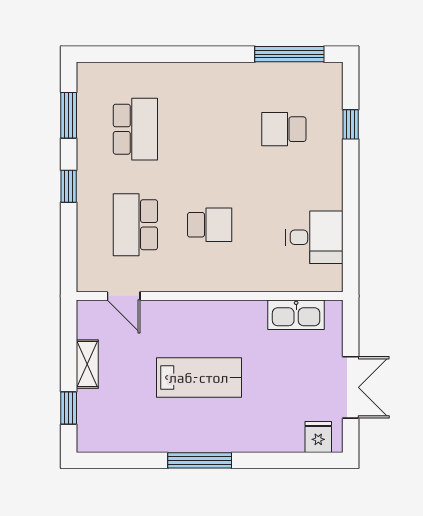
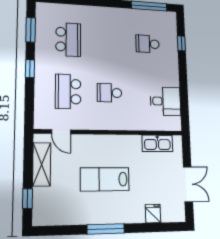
school desk: (210, 225) -> (109, 93), turned 180
shelving: (87, 364) -> (42, 164), width x1.50, depth x1.33
lab bench: (199, 378) -> (105, 179), turned 180
fridge: (318, 437) -> (153, 214), moved

